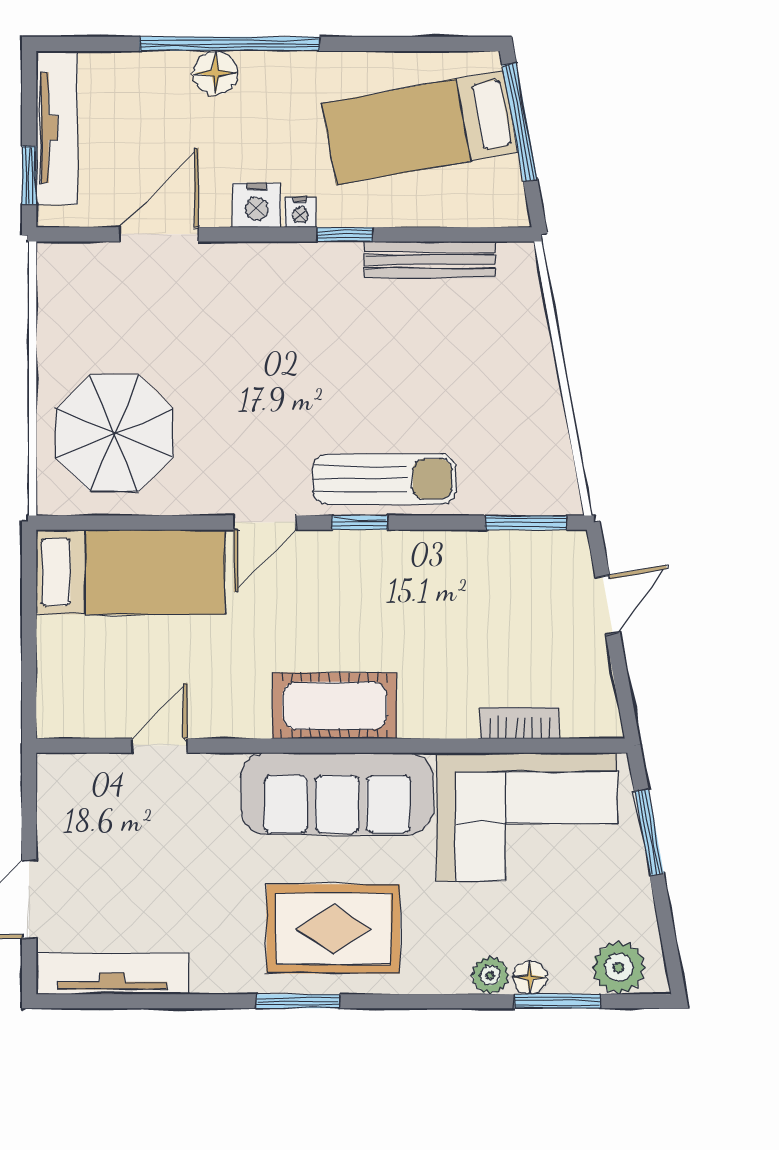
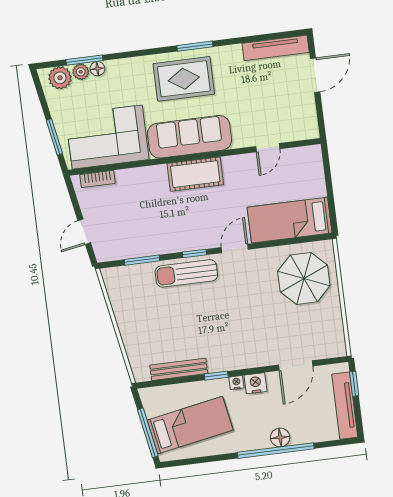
window: (526, 523) -> (142, 260), moved
bookcase: (520, 723) -> (98, 179), moved
plant: (490, 975) -> (81, 72), moved

